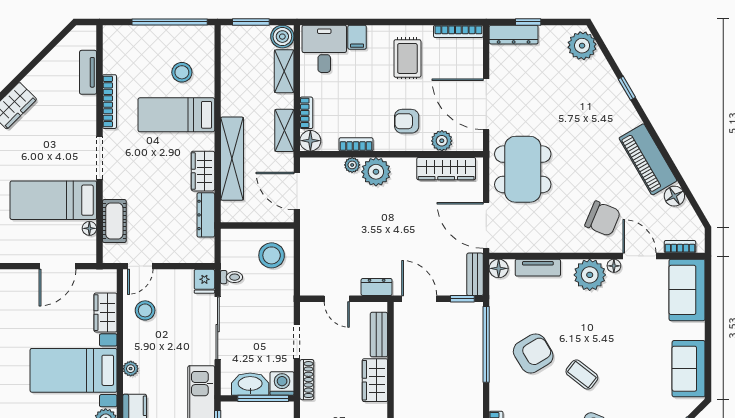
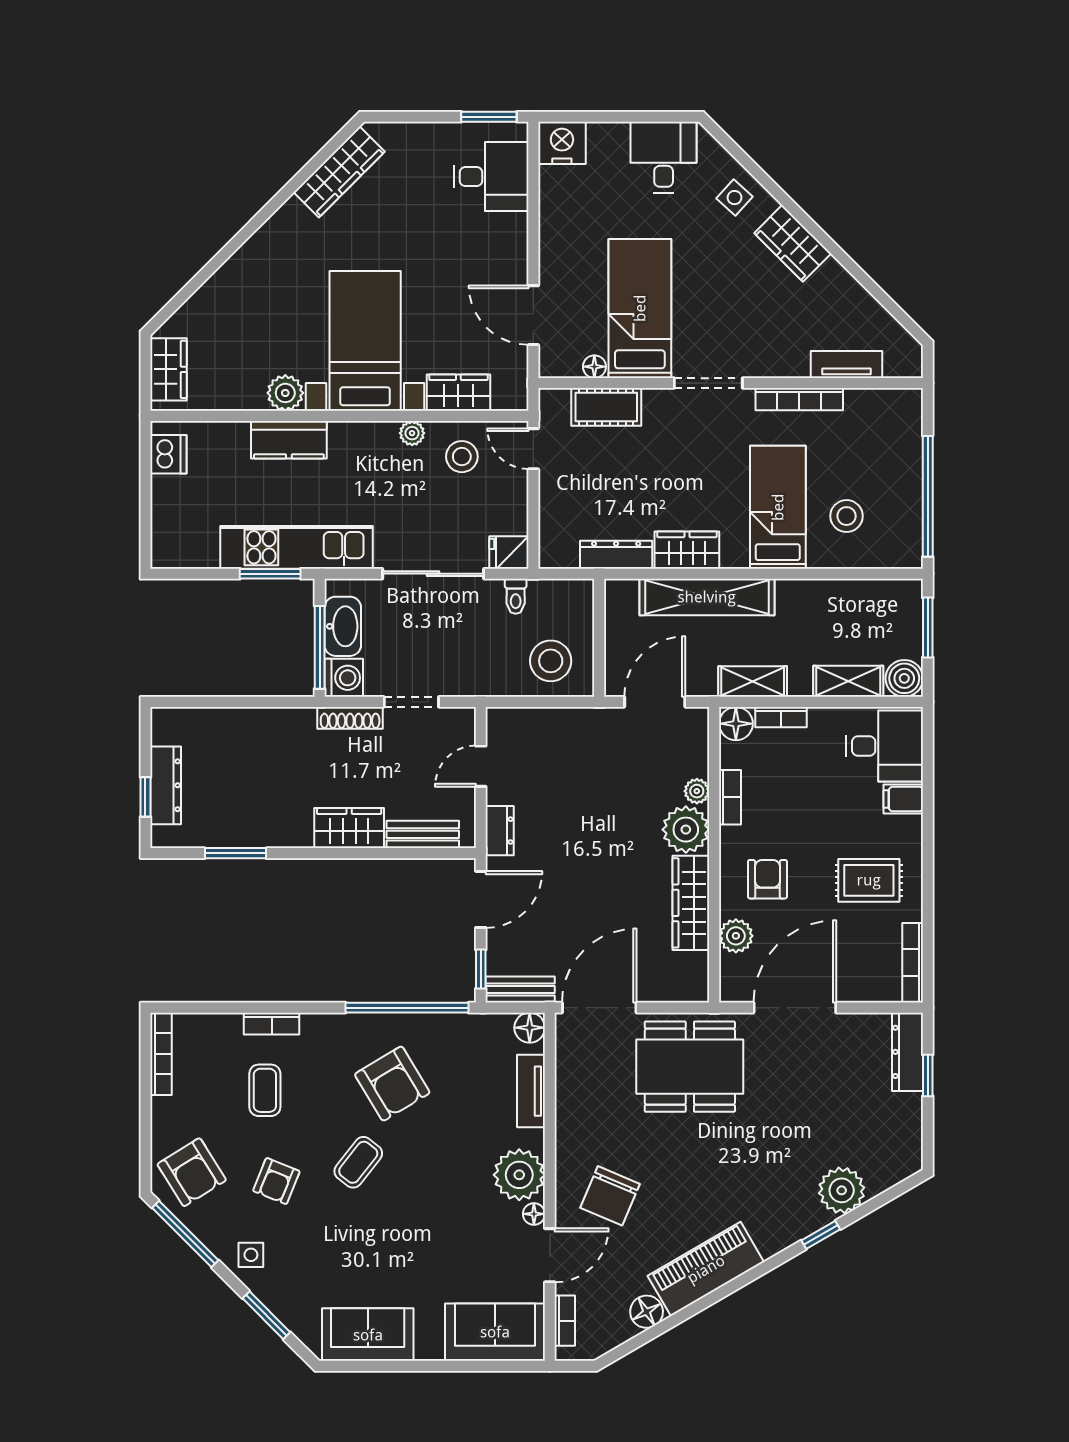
plant: (582, 46) -> (842, 1190), moved
wardrobe: (446, 169) -> (691, 903), moved
plant: (131, 369) -> (412, 433), moved

